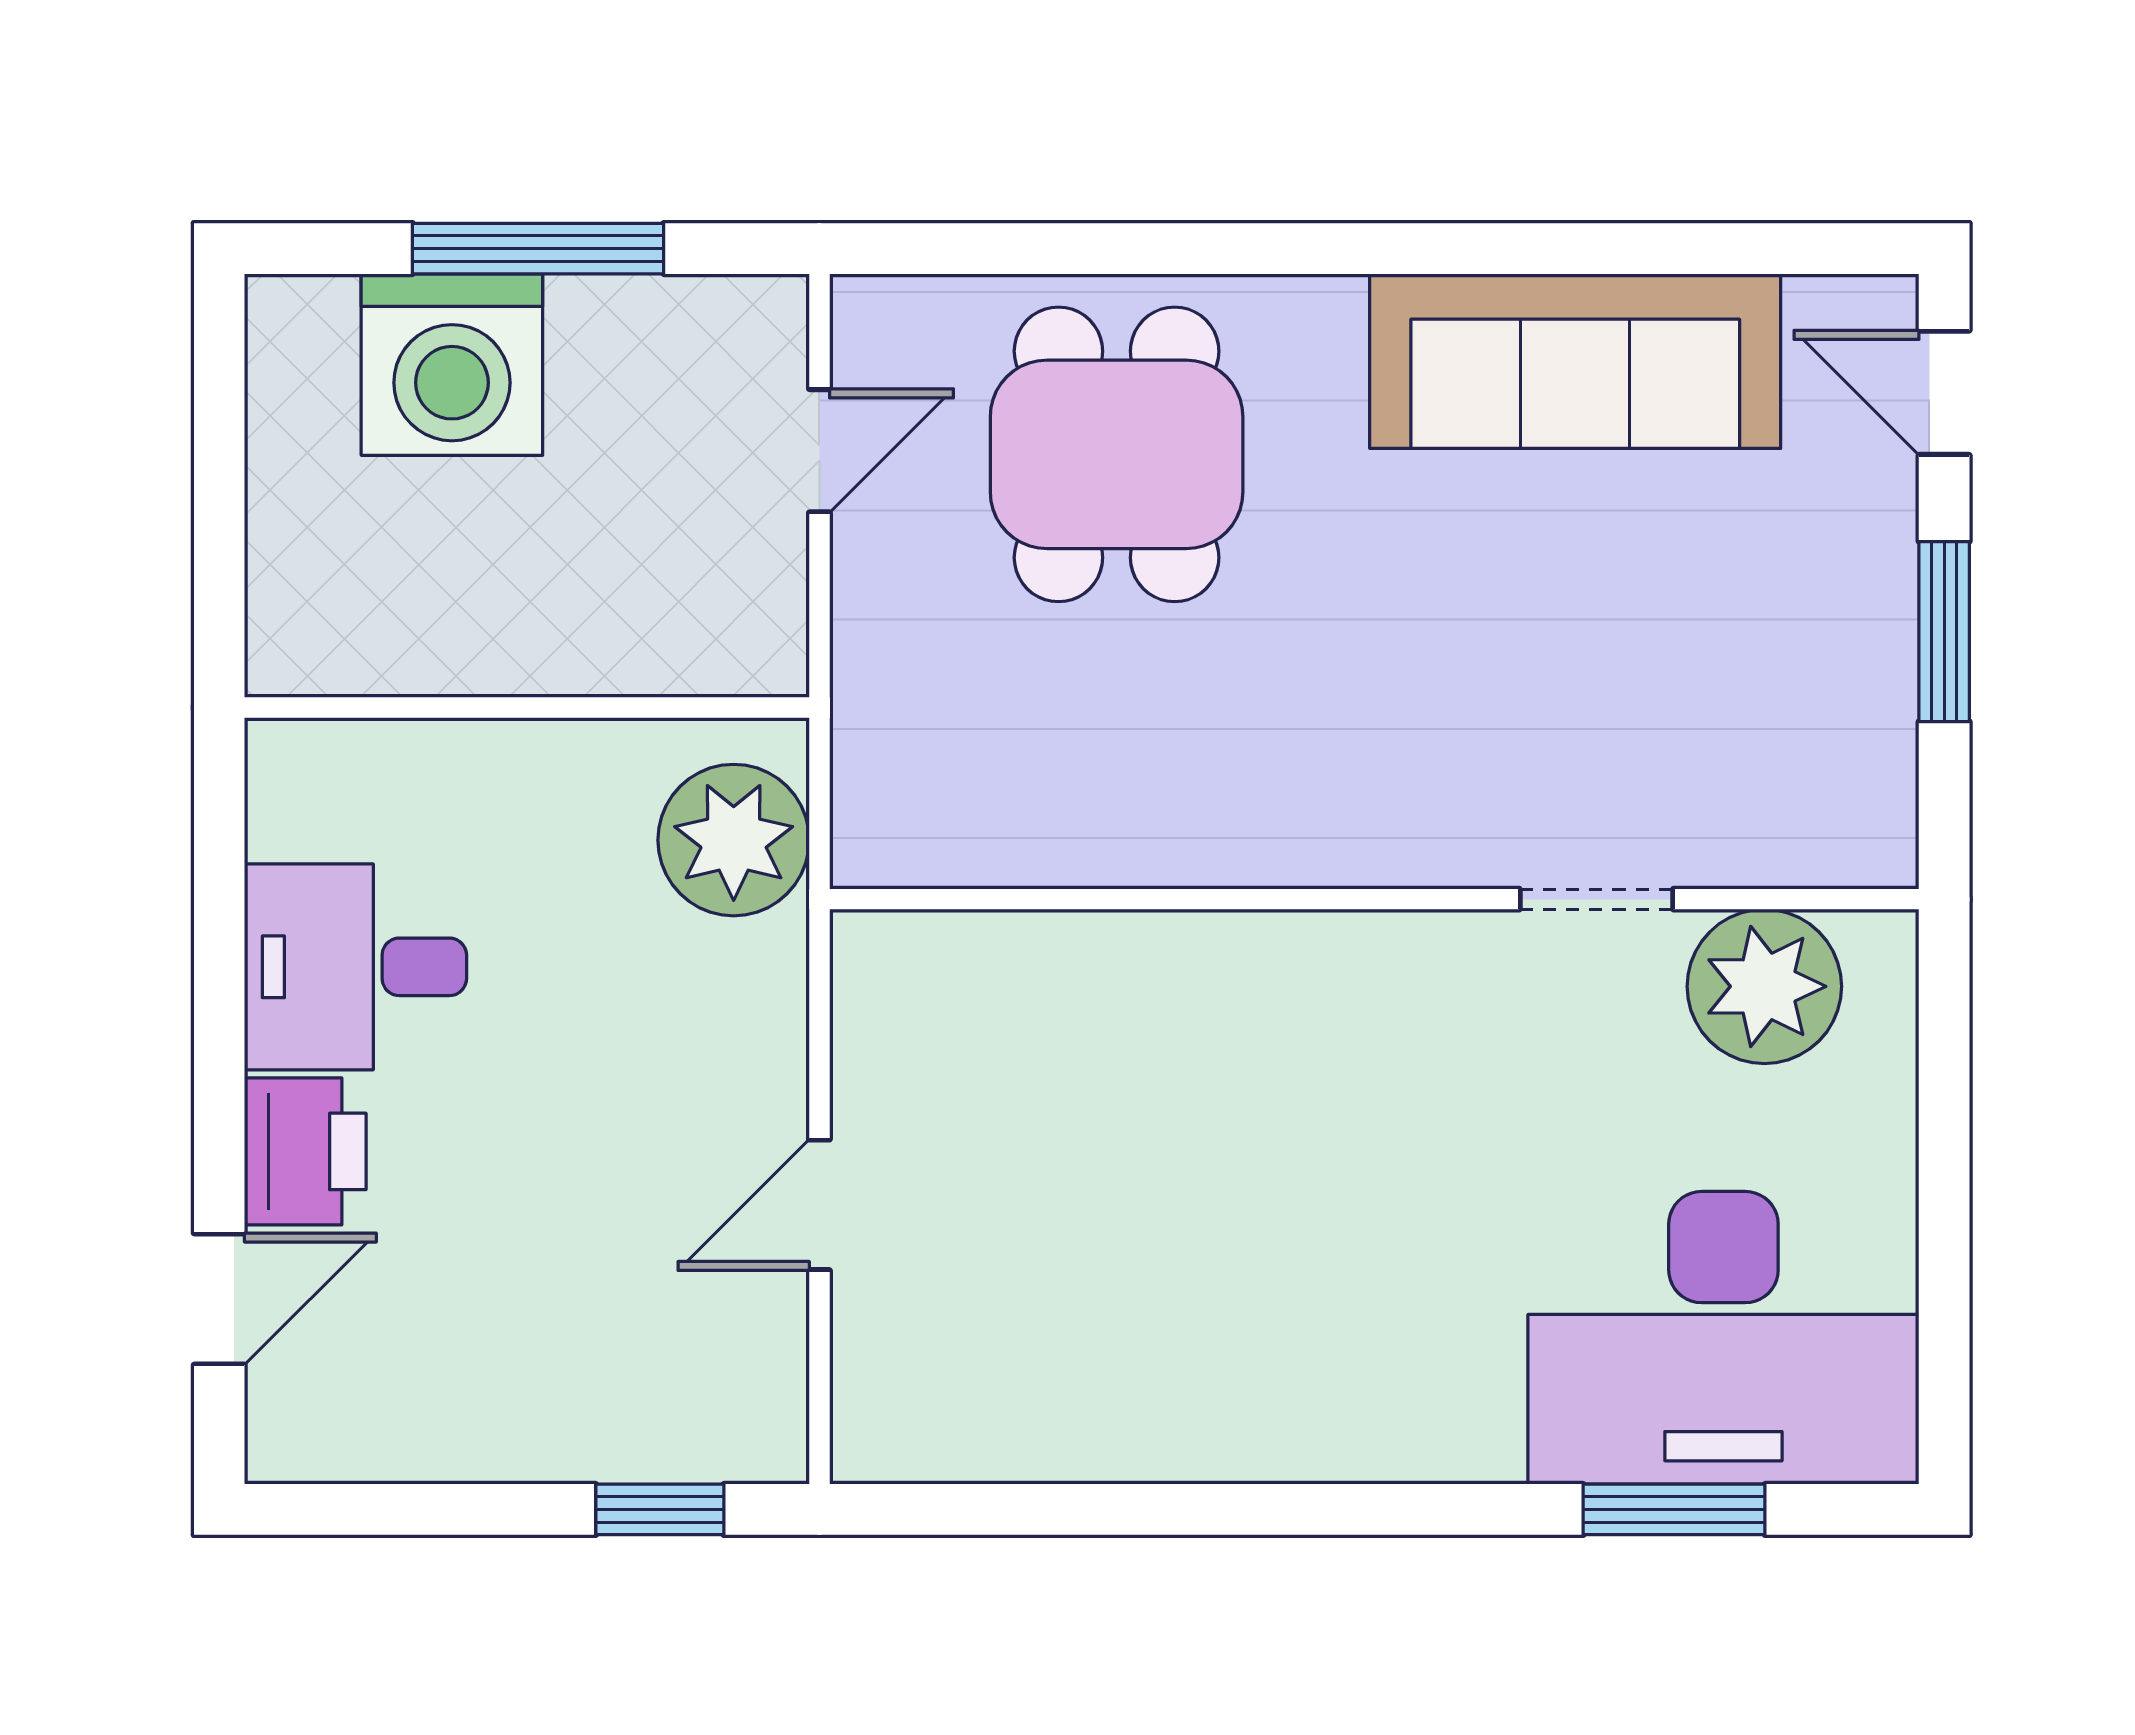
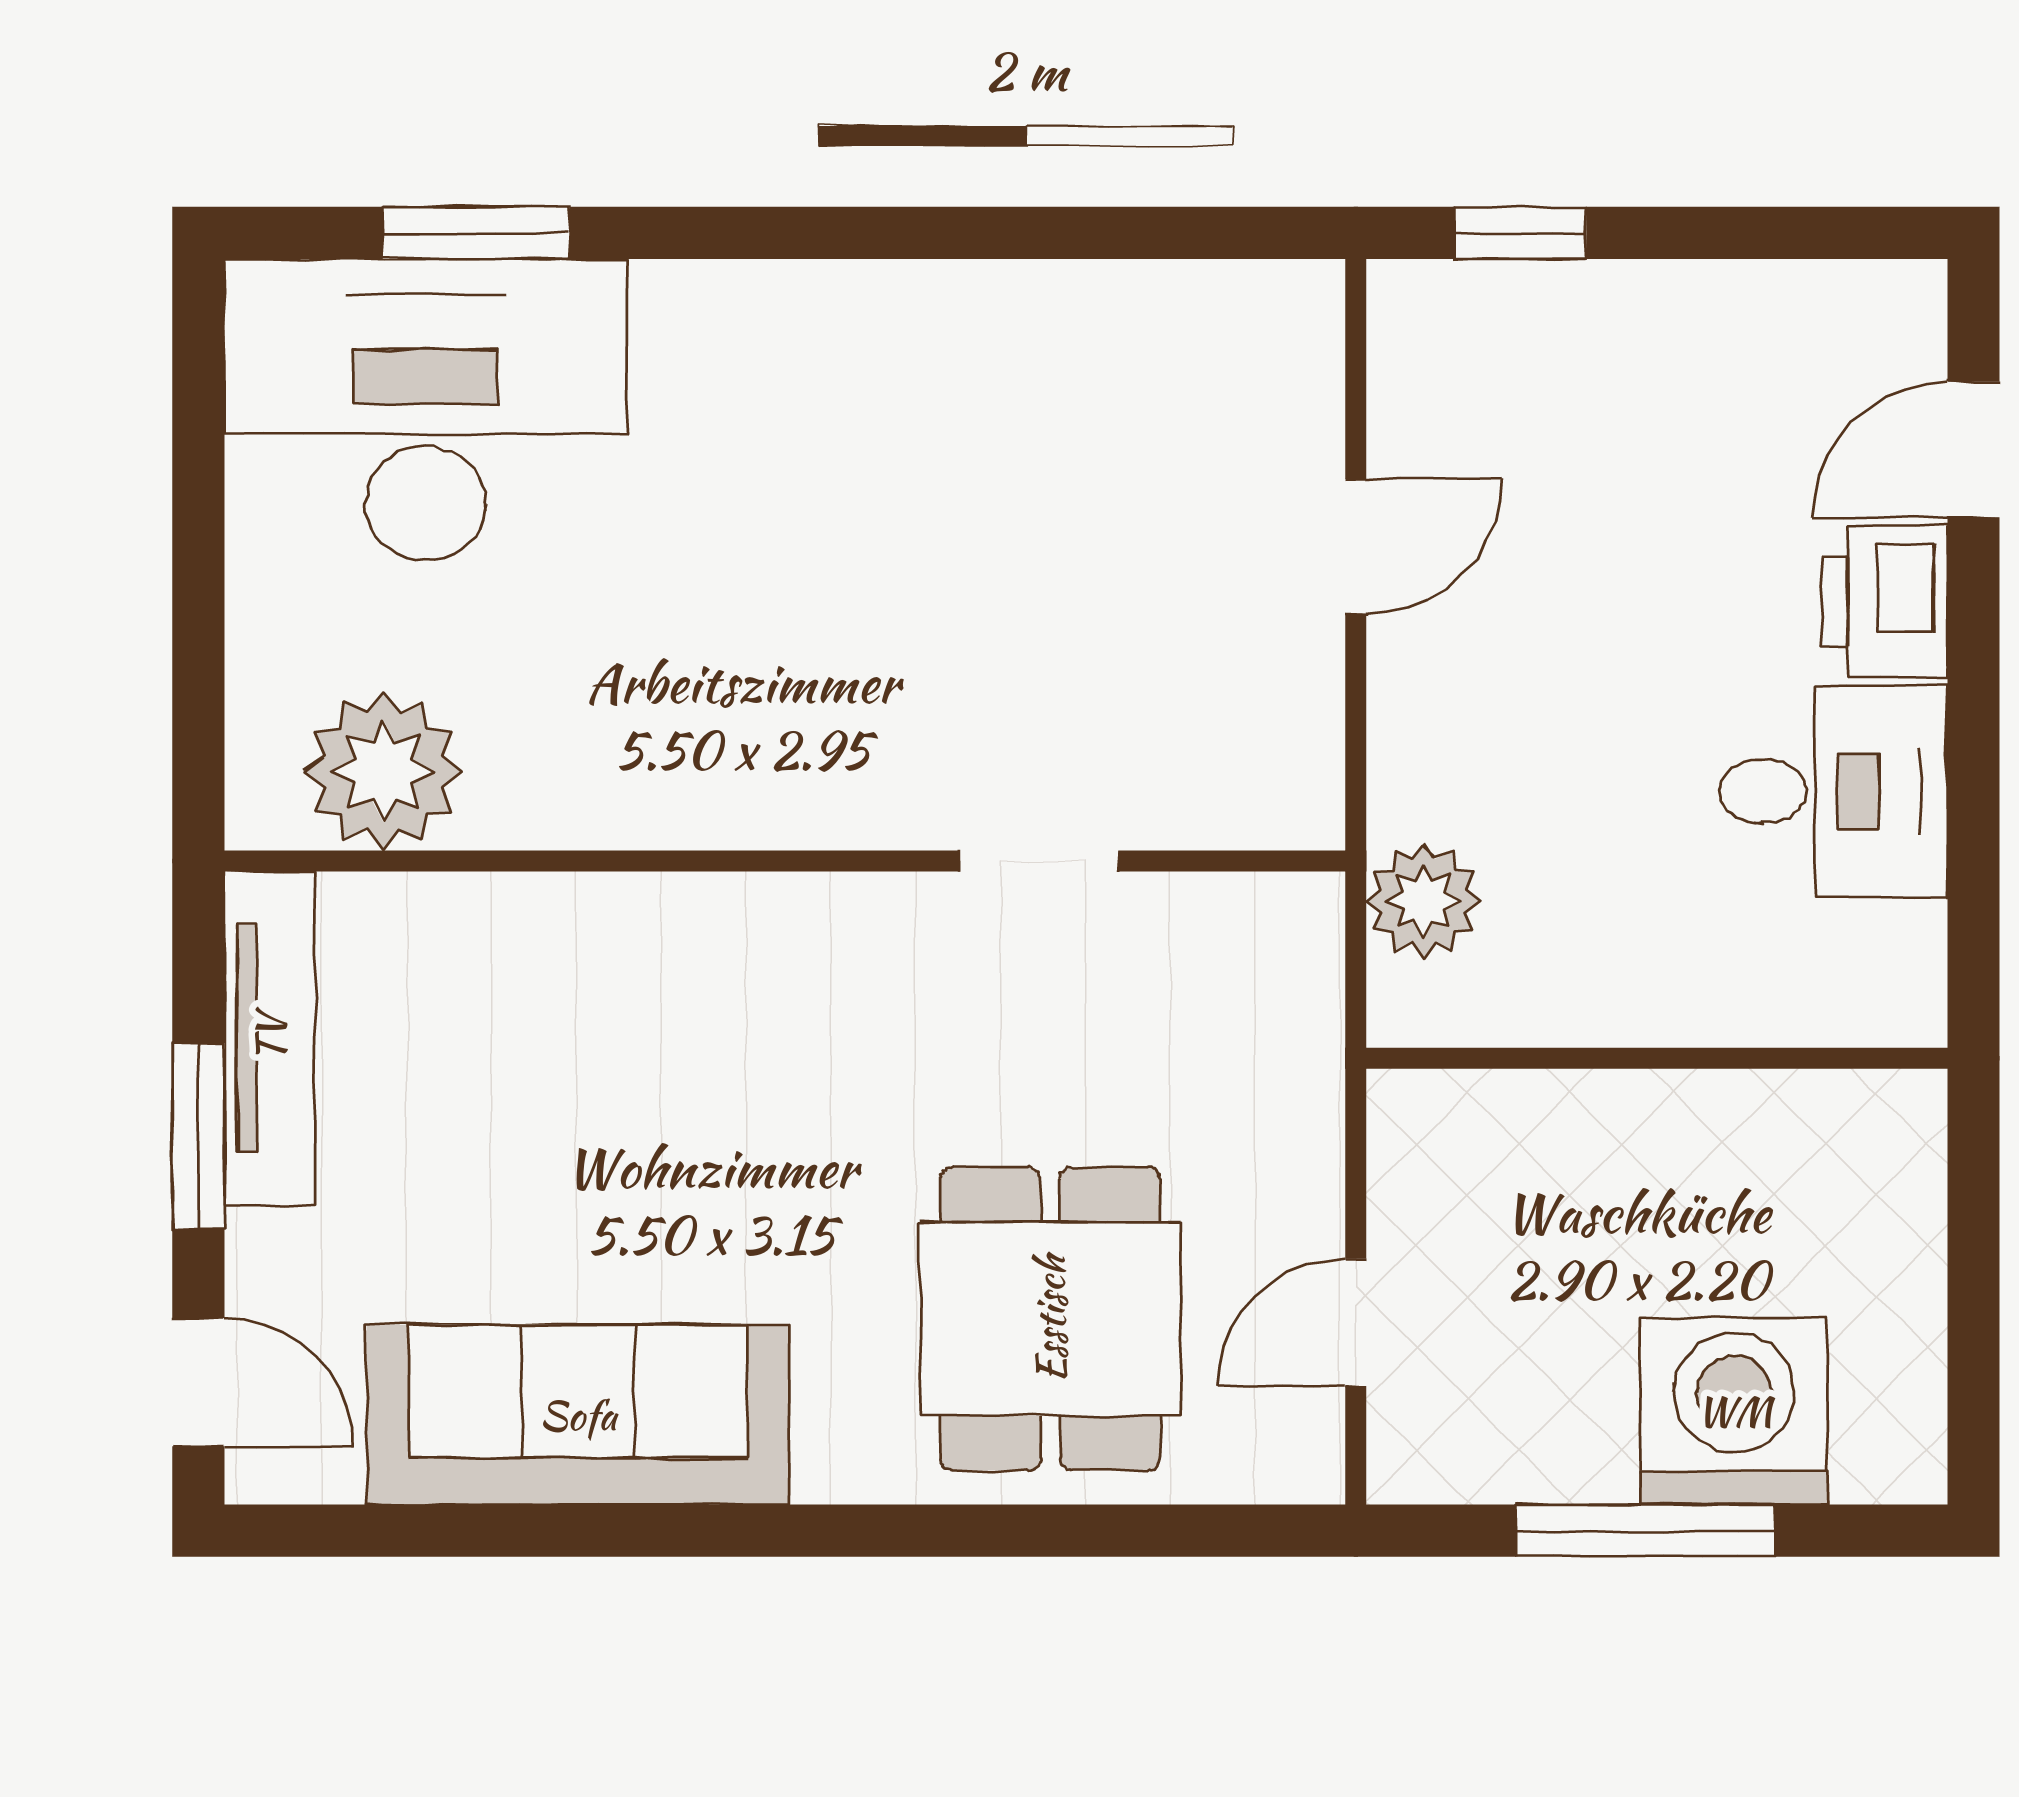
tv unit: (1875, 727) -> (270, 1039), added
plant: (734, 840) -> (1423, 901), width x0.73, depth x0.73
doorway: (1596, 899) -> (1039, 861), moved

